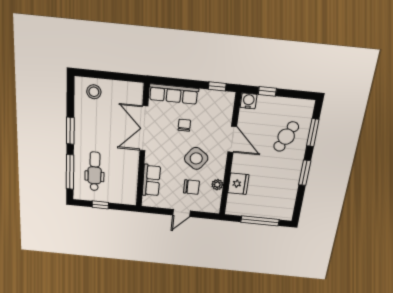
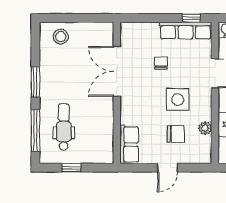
row of seats: (174, 94) -> (185, 31), moved
side table: (196, 158) -> (178, 99), turned -36
row of seats: (151, 180) -> (129, 144), moved

